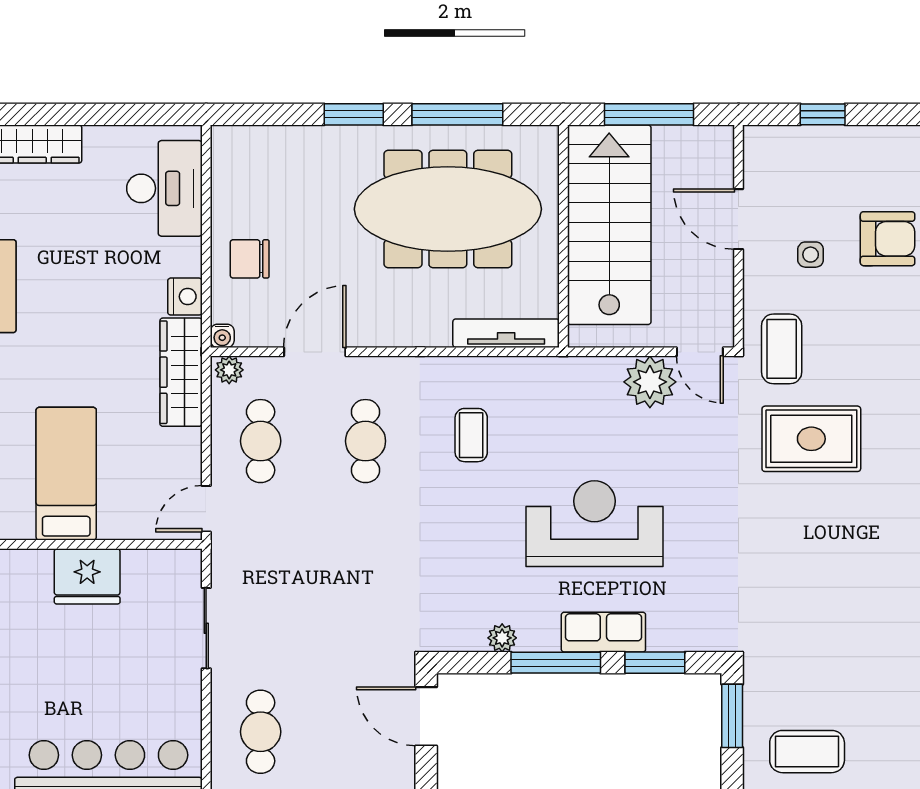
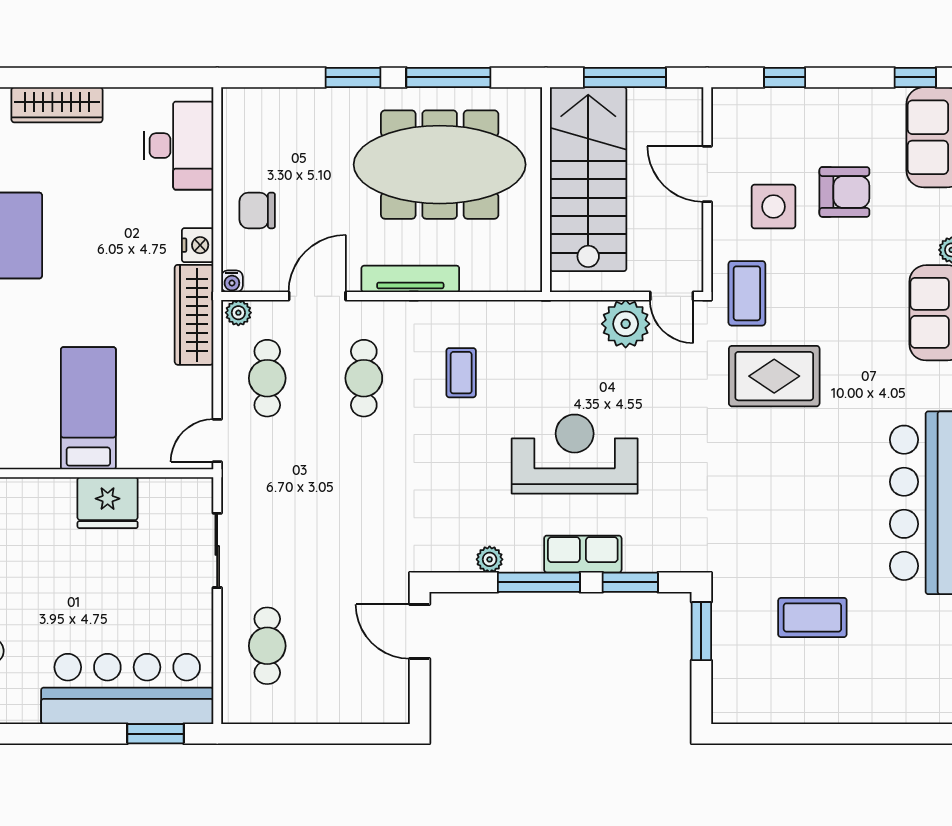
side table: (811, 255) -> (773, 207), width x1.87, depth x1.87
tv unit: (506, 333) -> (410, 279), moved
coffee table: (807, 752) -> (812, 617), moved

